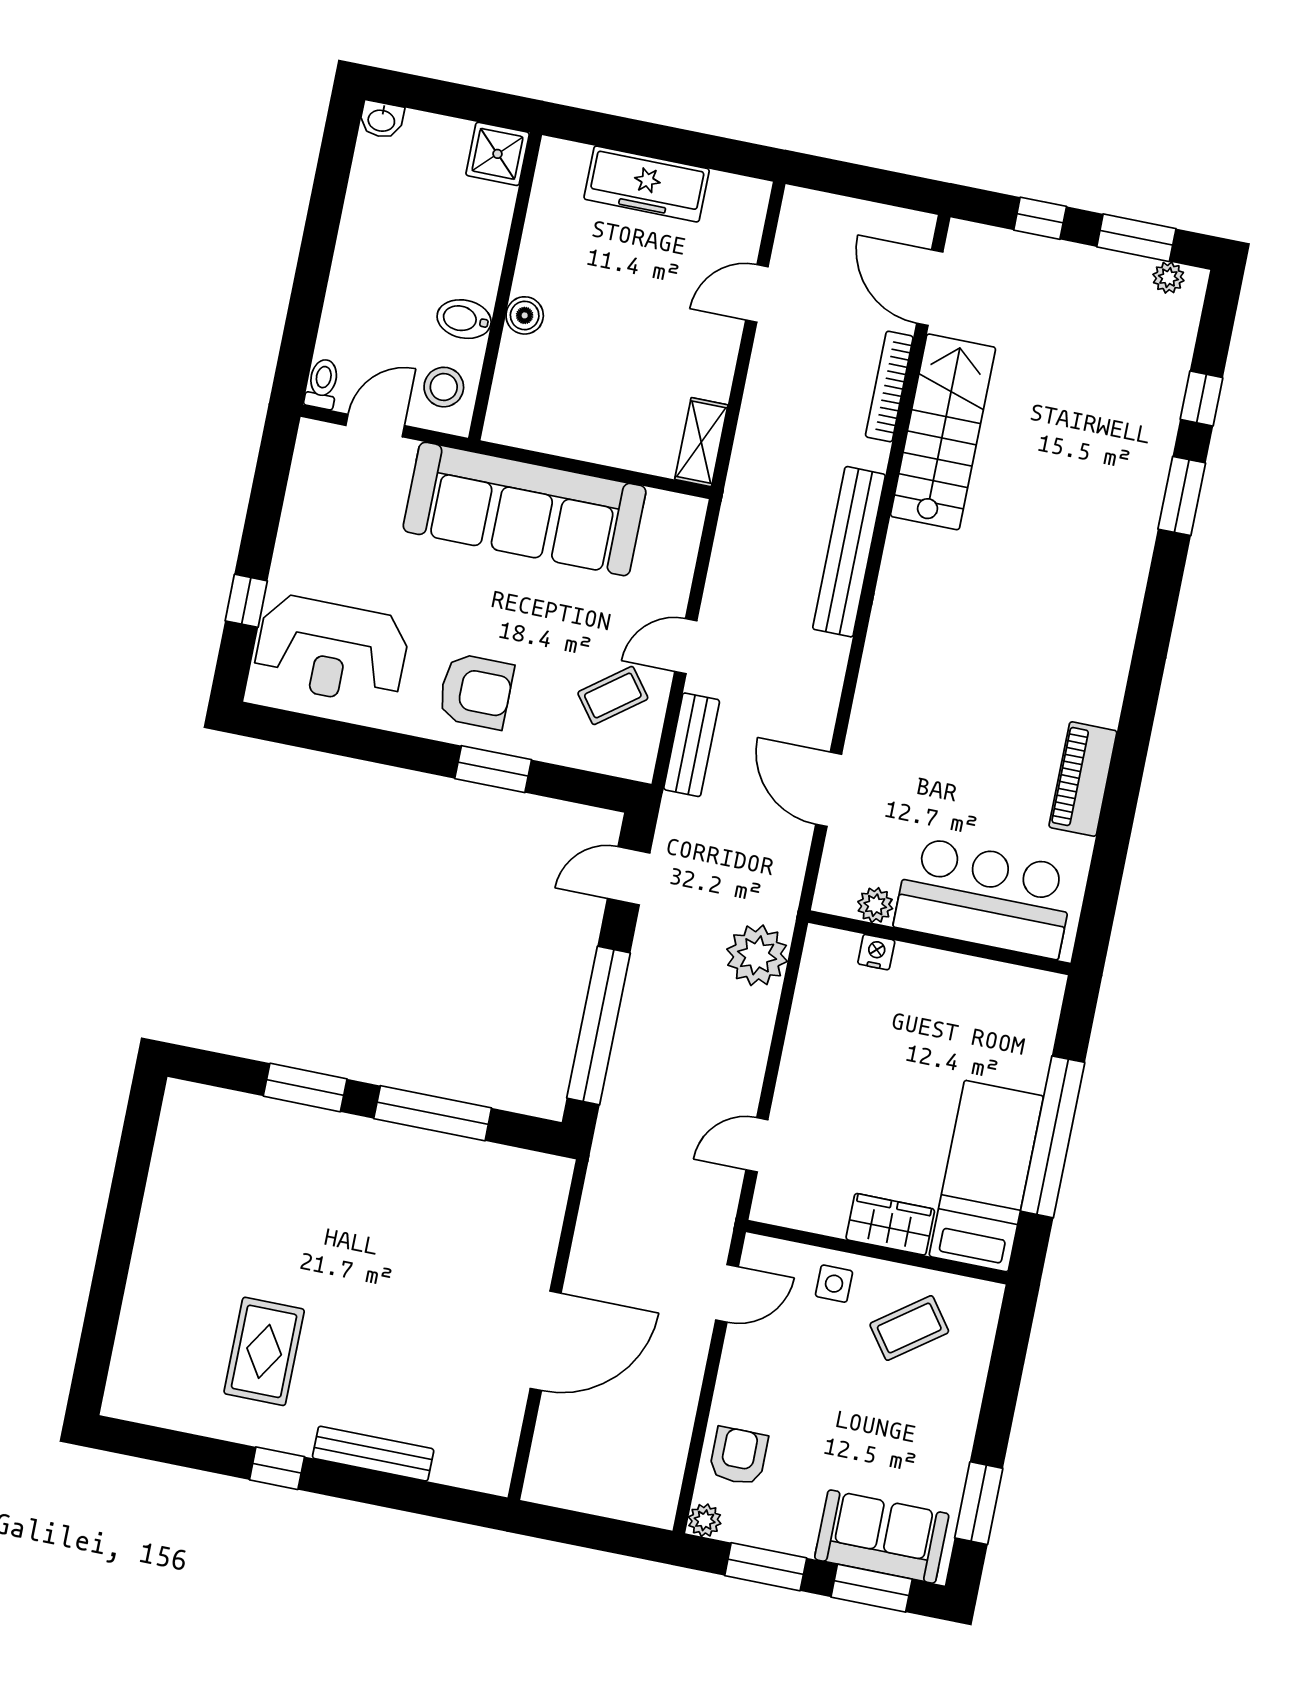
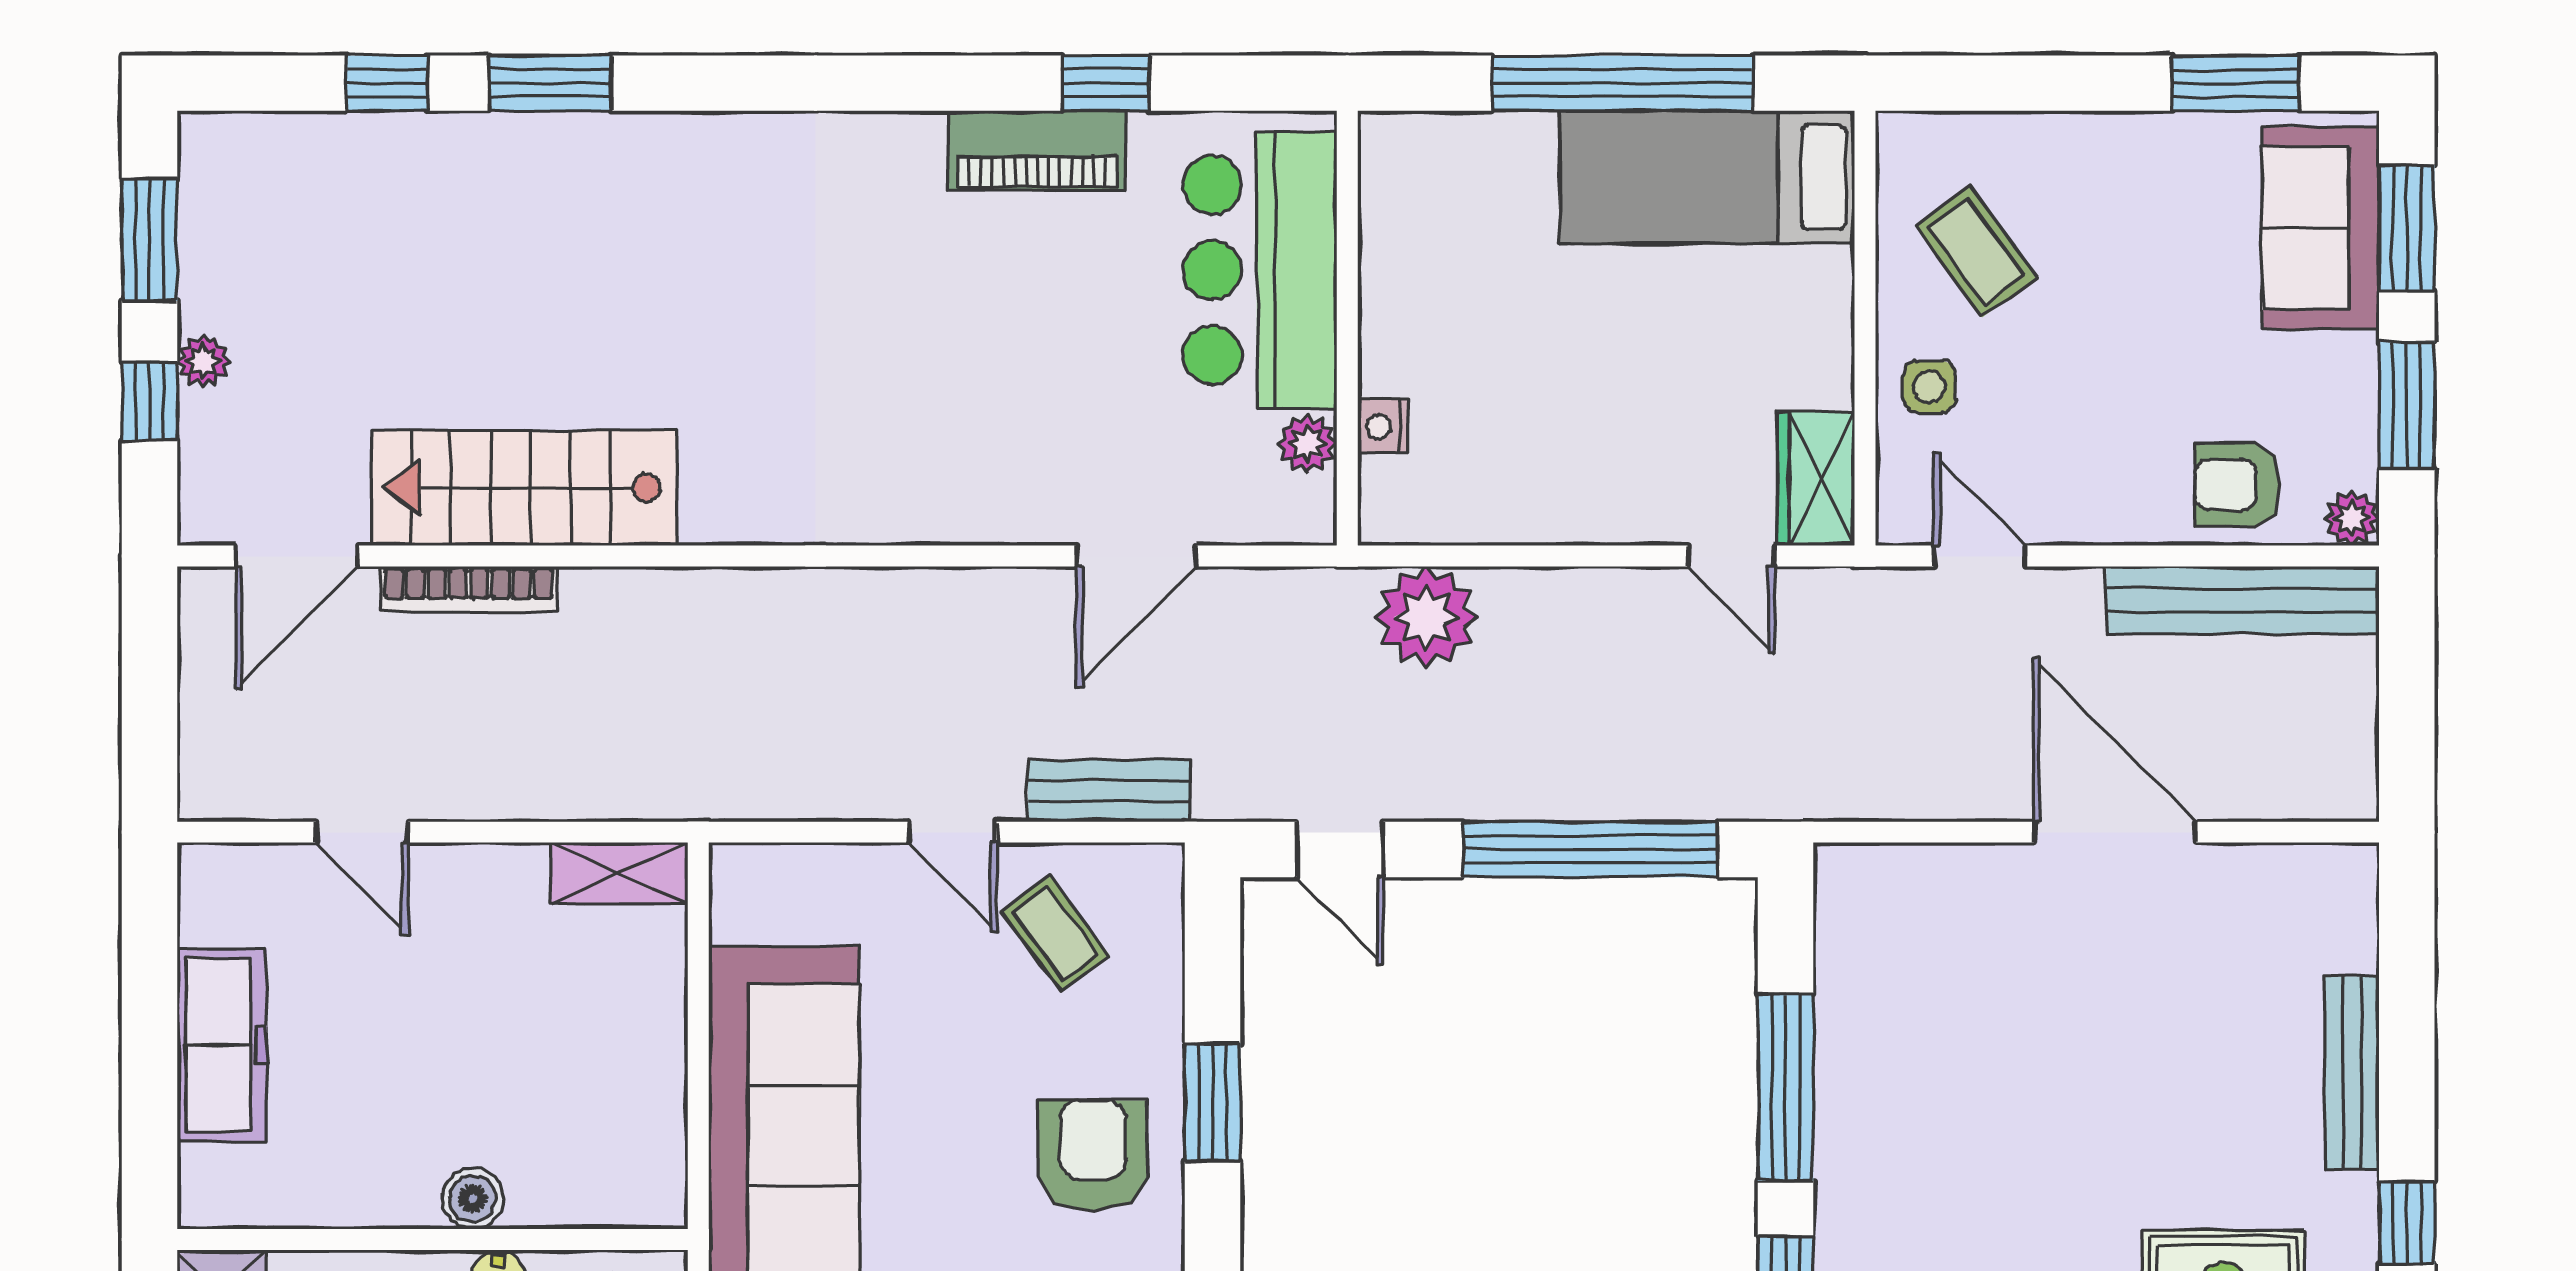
plant: (1168, 278) -> (203, 361), moved
bench: (849, 552) -> (2243, 600), moved
window: (1115, 828) -> (1106, 83), added
wardrobe: (890, 1224) -> (1816, 479), moved

